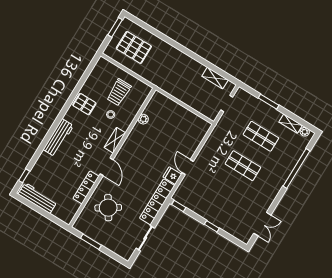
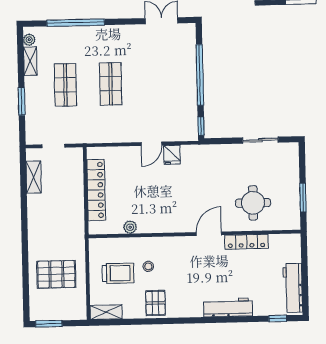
pallet: (134, 47) -> (56, 274), moved, turned 90
workbench: (58, 138) -> (228, 307), moved
shelving: (115, 140) -> (106, 312), moved
locker: (157, 202) -> (96, 190), moved, turned -90
round table: (108, 208) -> (253, 203), turned 33
window: (212, 226) -> (200, 75), width x3.17

